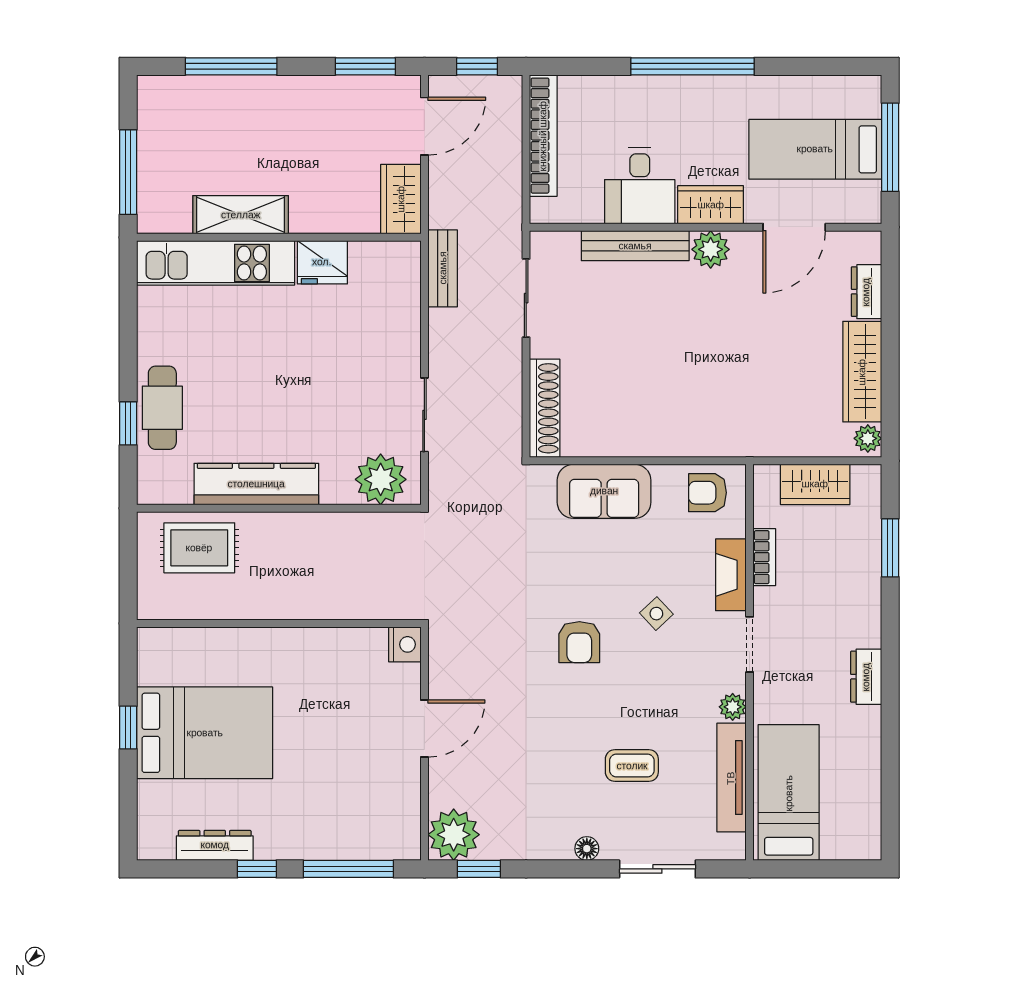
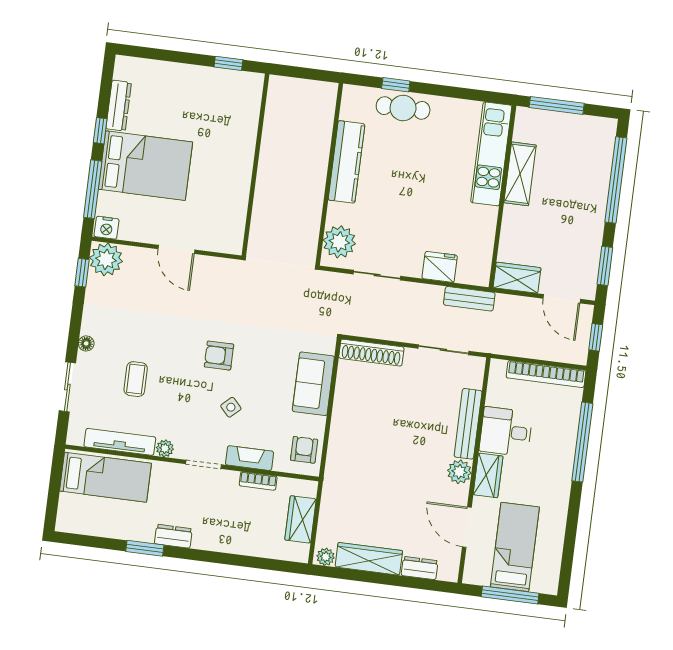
window: (231, 66) -> (616, 180), width x1.46
window: (692, 66) -> (582, 442), moved
fridge: (322, 262) -> (440, 267), moved, turned 90
rug: (199, 548) -> (310, 120), removed
window: (890, 548) -> (145, 548), moved
nightstand: (405, 644) -> (106, 228), moved
window: (128, 728) -> (228, 63), moved
bed: (205, 733) -> (145, 166), moved, turned -90

